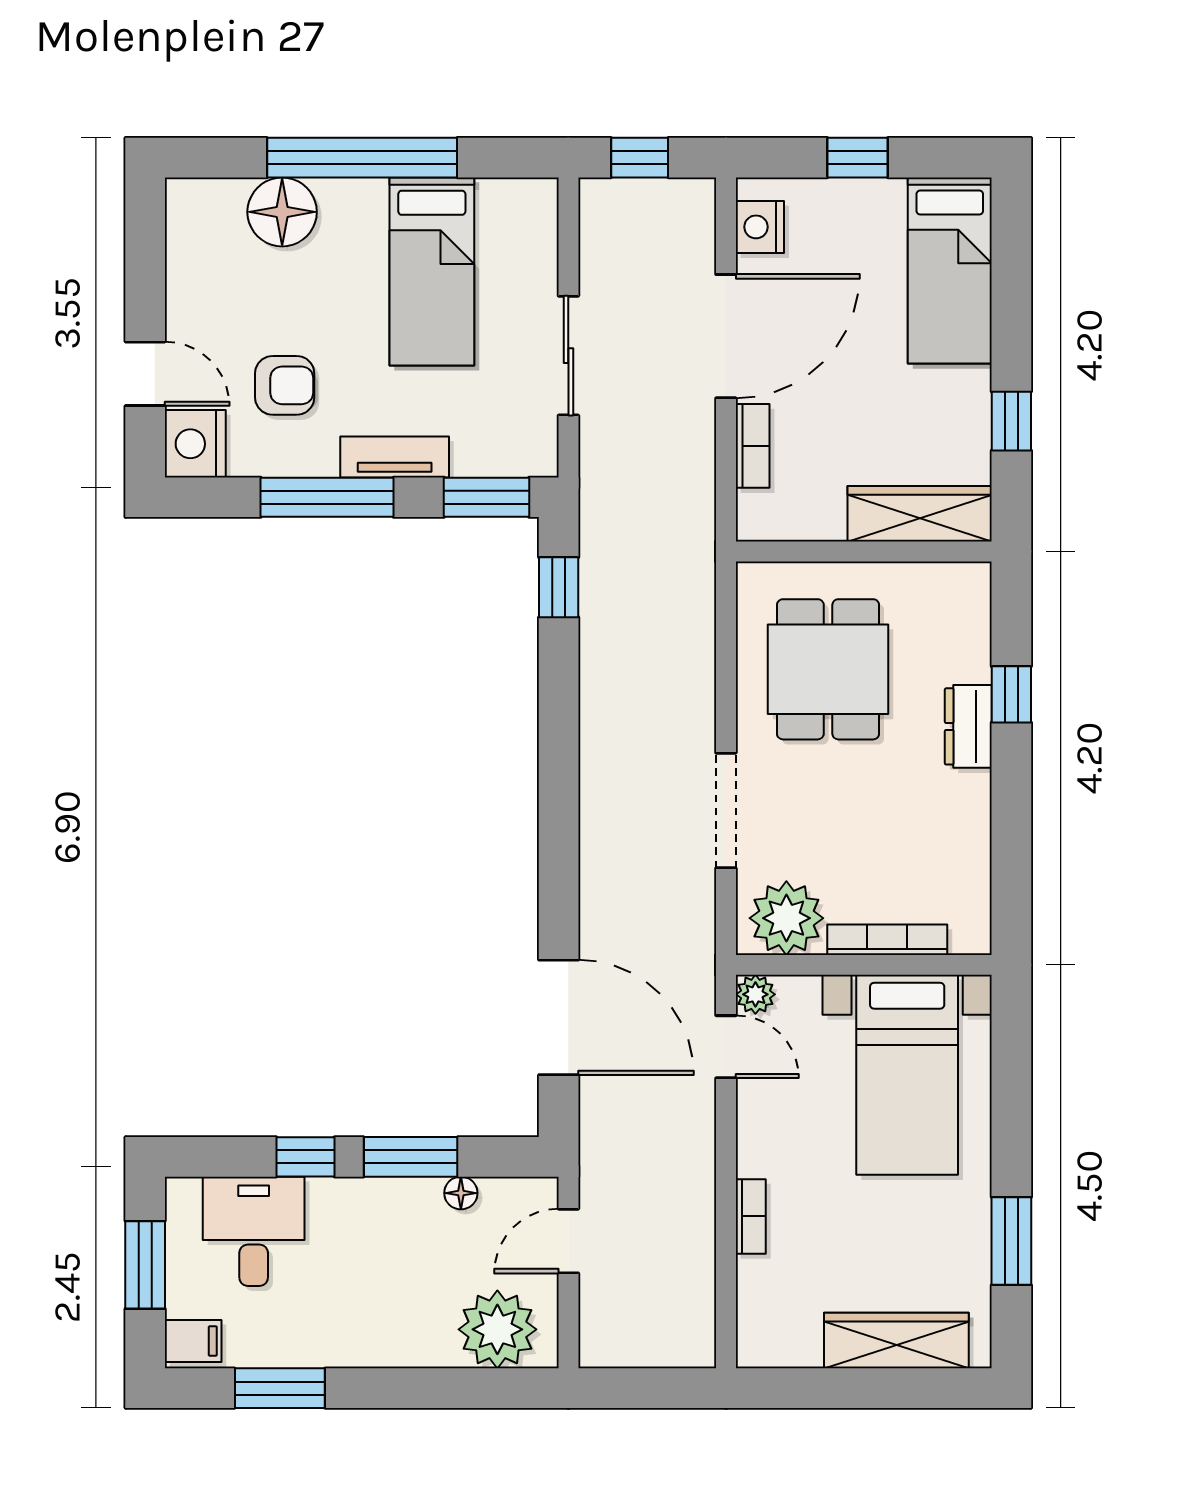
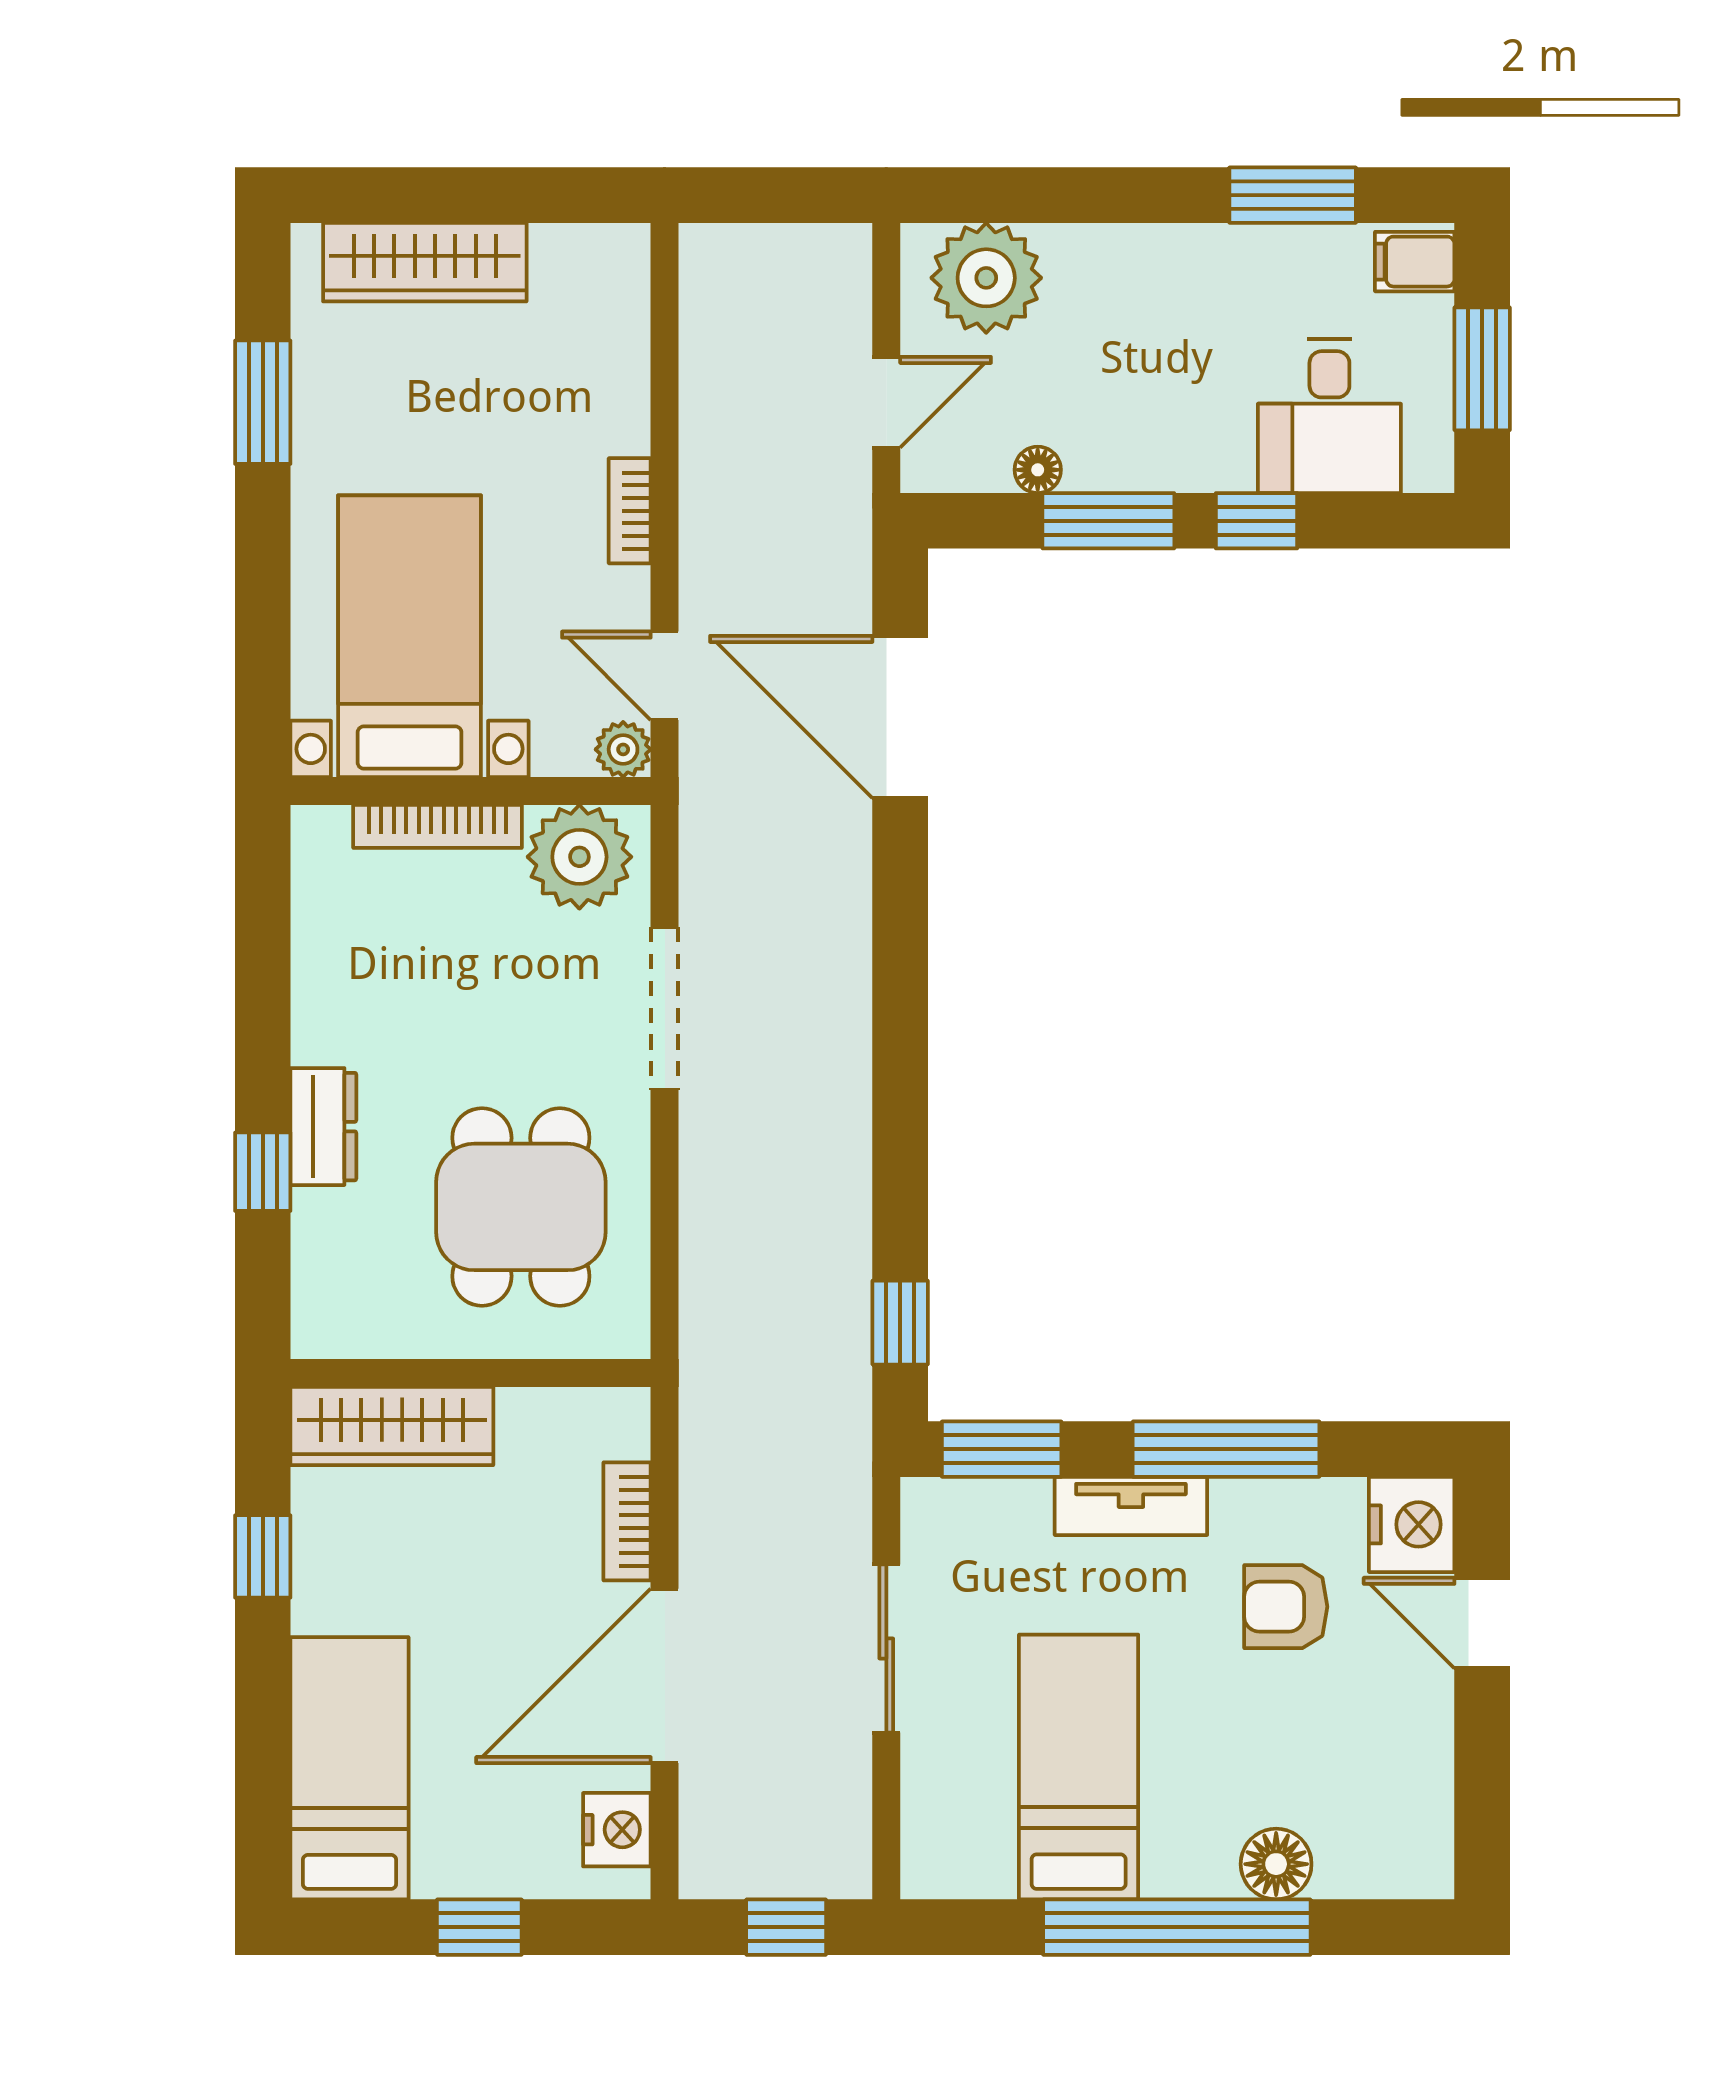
floor lamp: (282, 212) -> (1276, 1864), width x0.73, depth x0.73
bookcase: (751, 1216) -> (630, 511), moved

